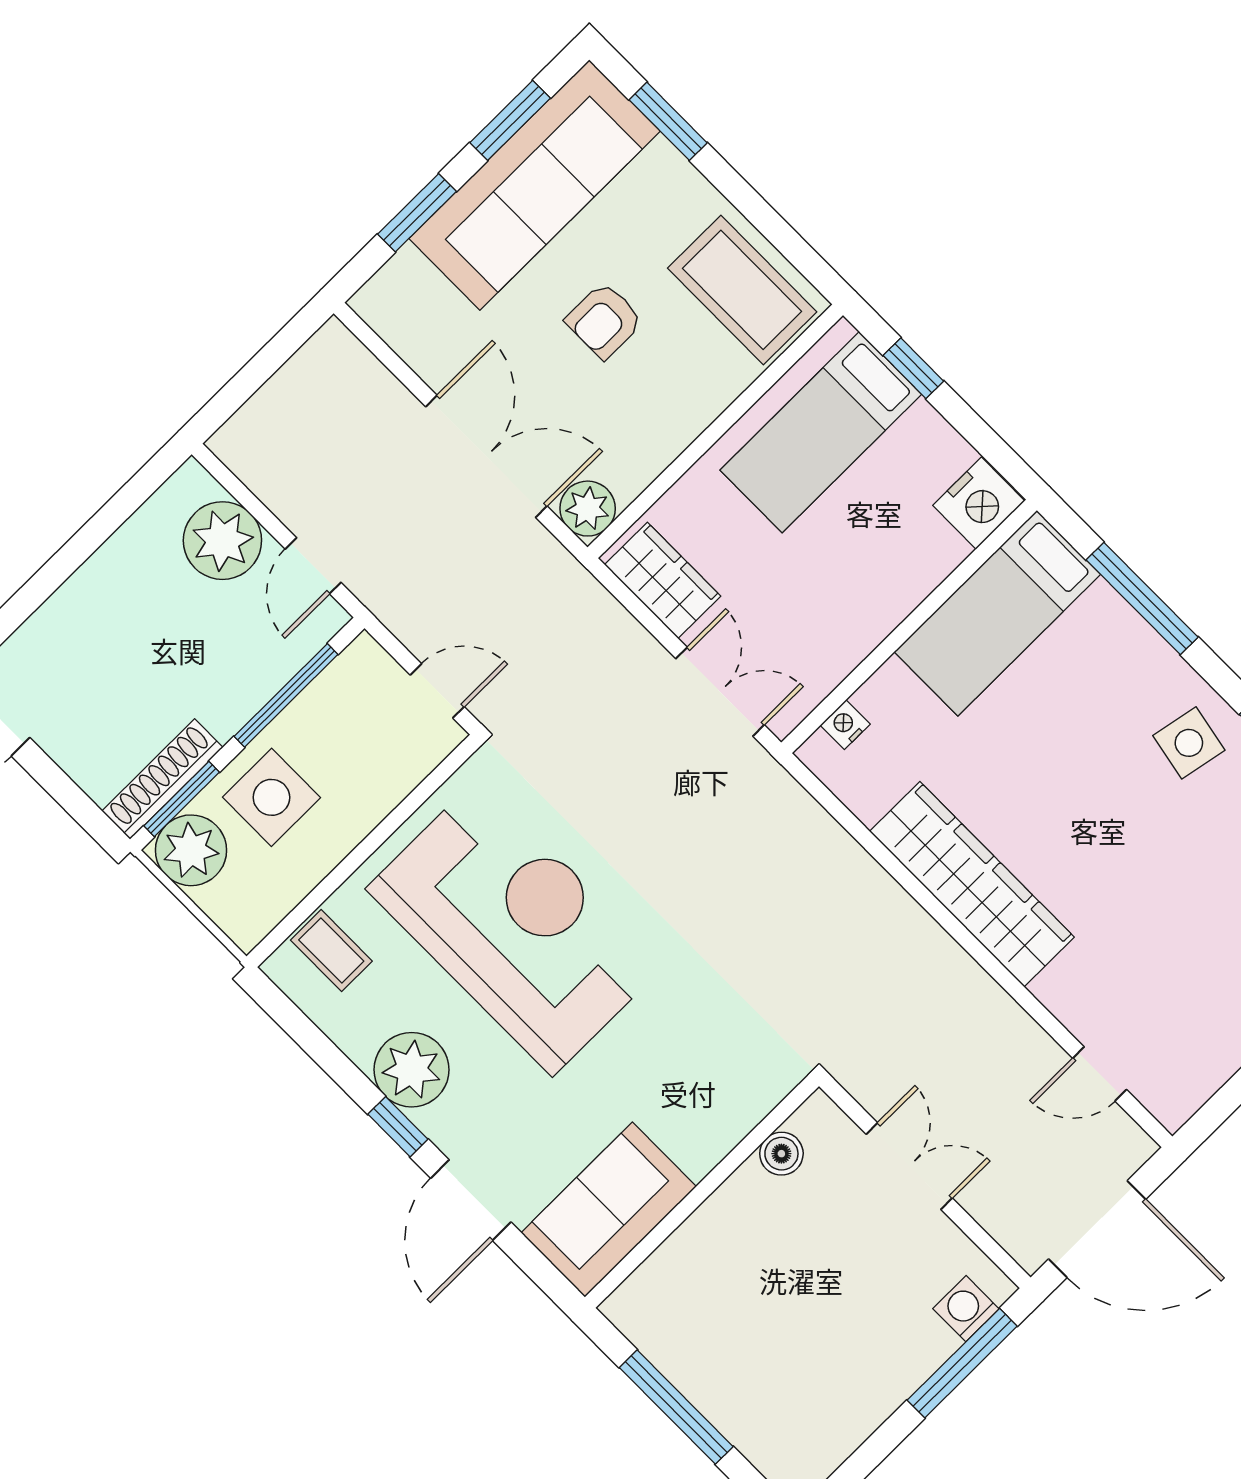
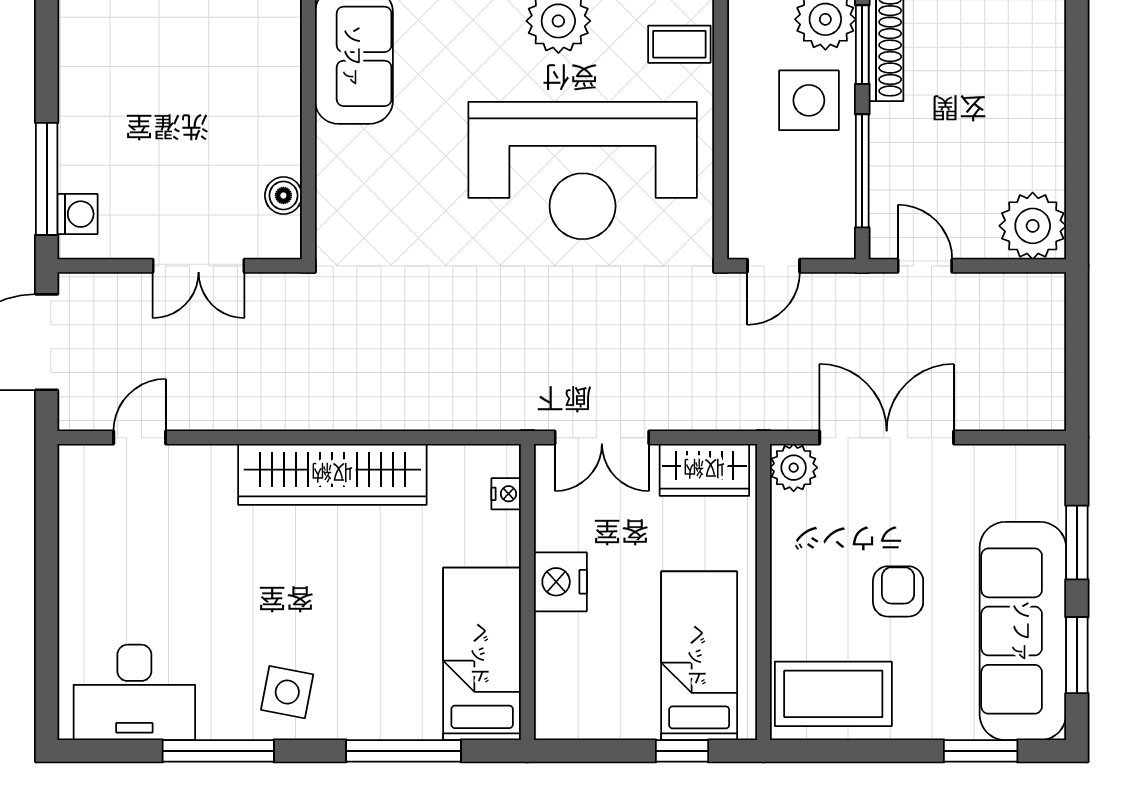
double door: (486, 456) -> (887, 438), swing flipped
nightstand: (979, 503) -> (560, 582), moved
plant: (222, 541) -> (1033, 226), moved

